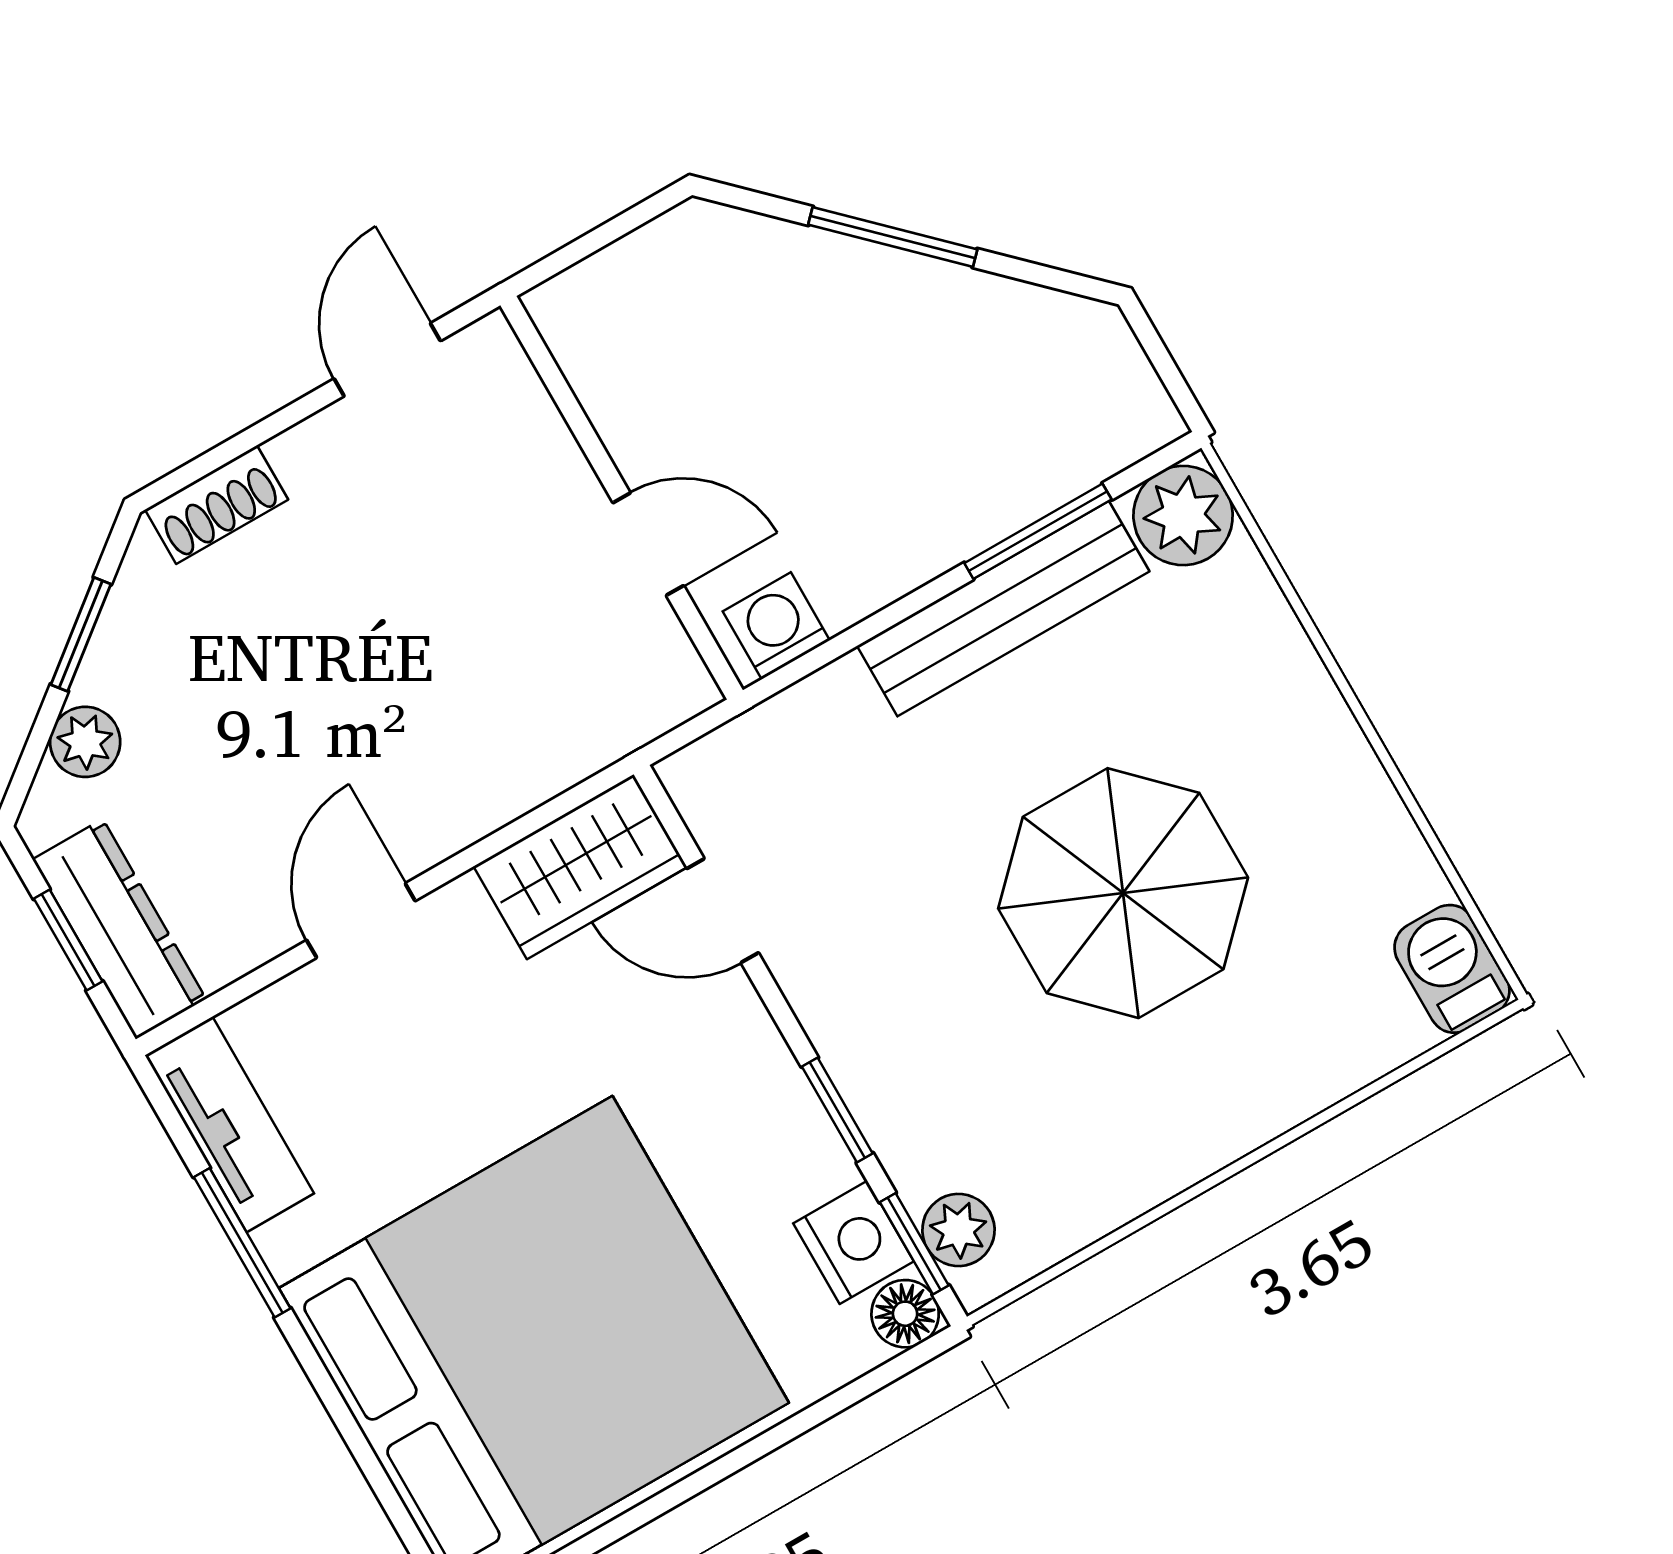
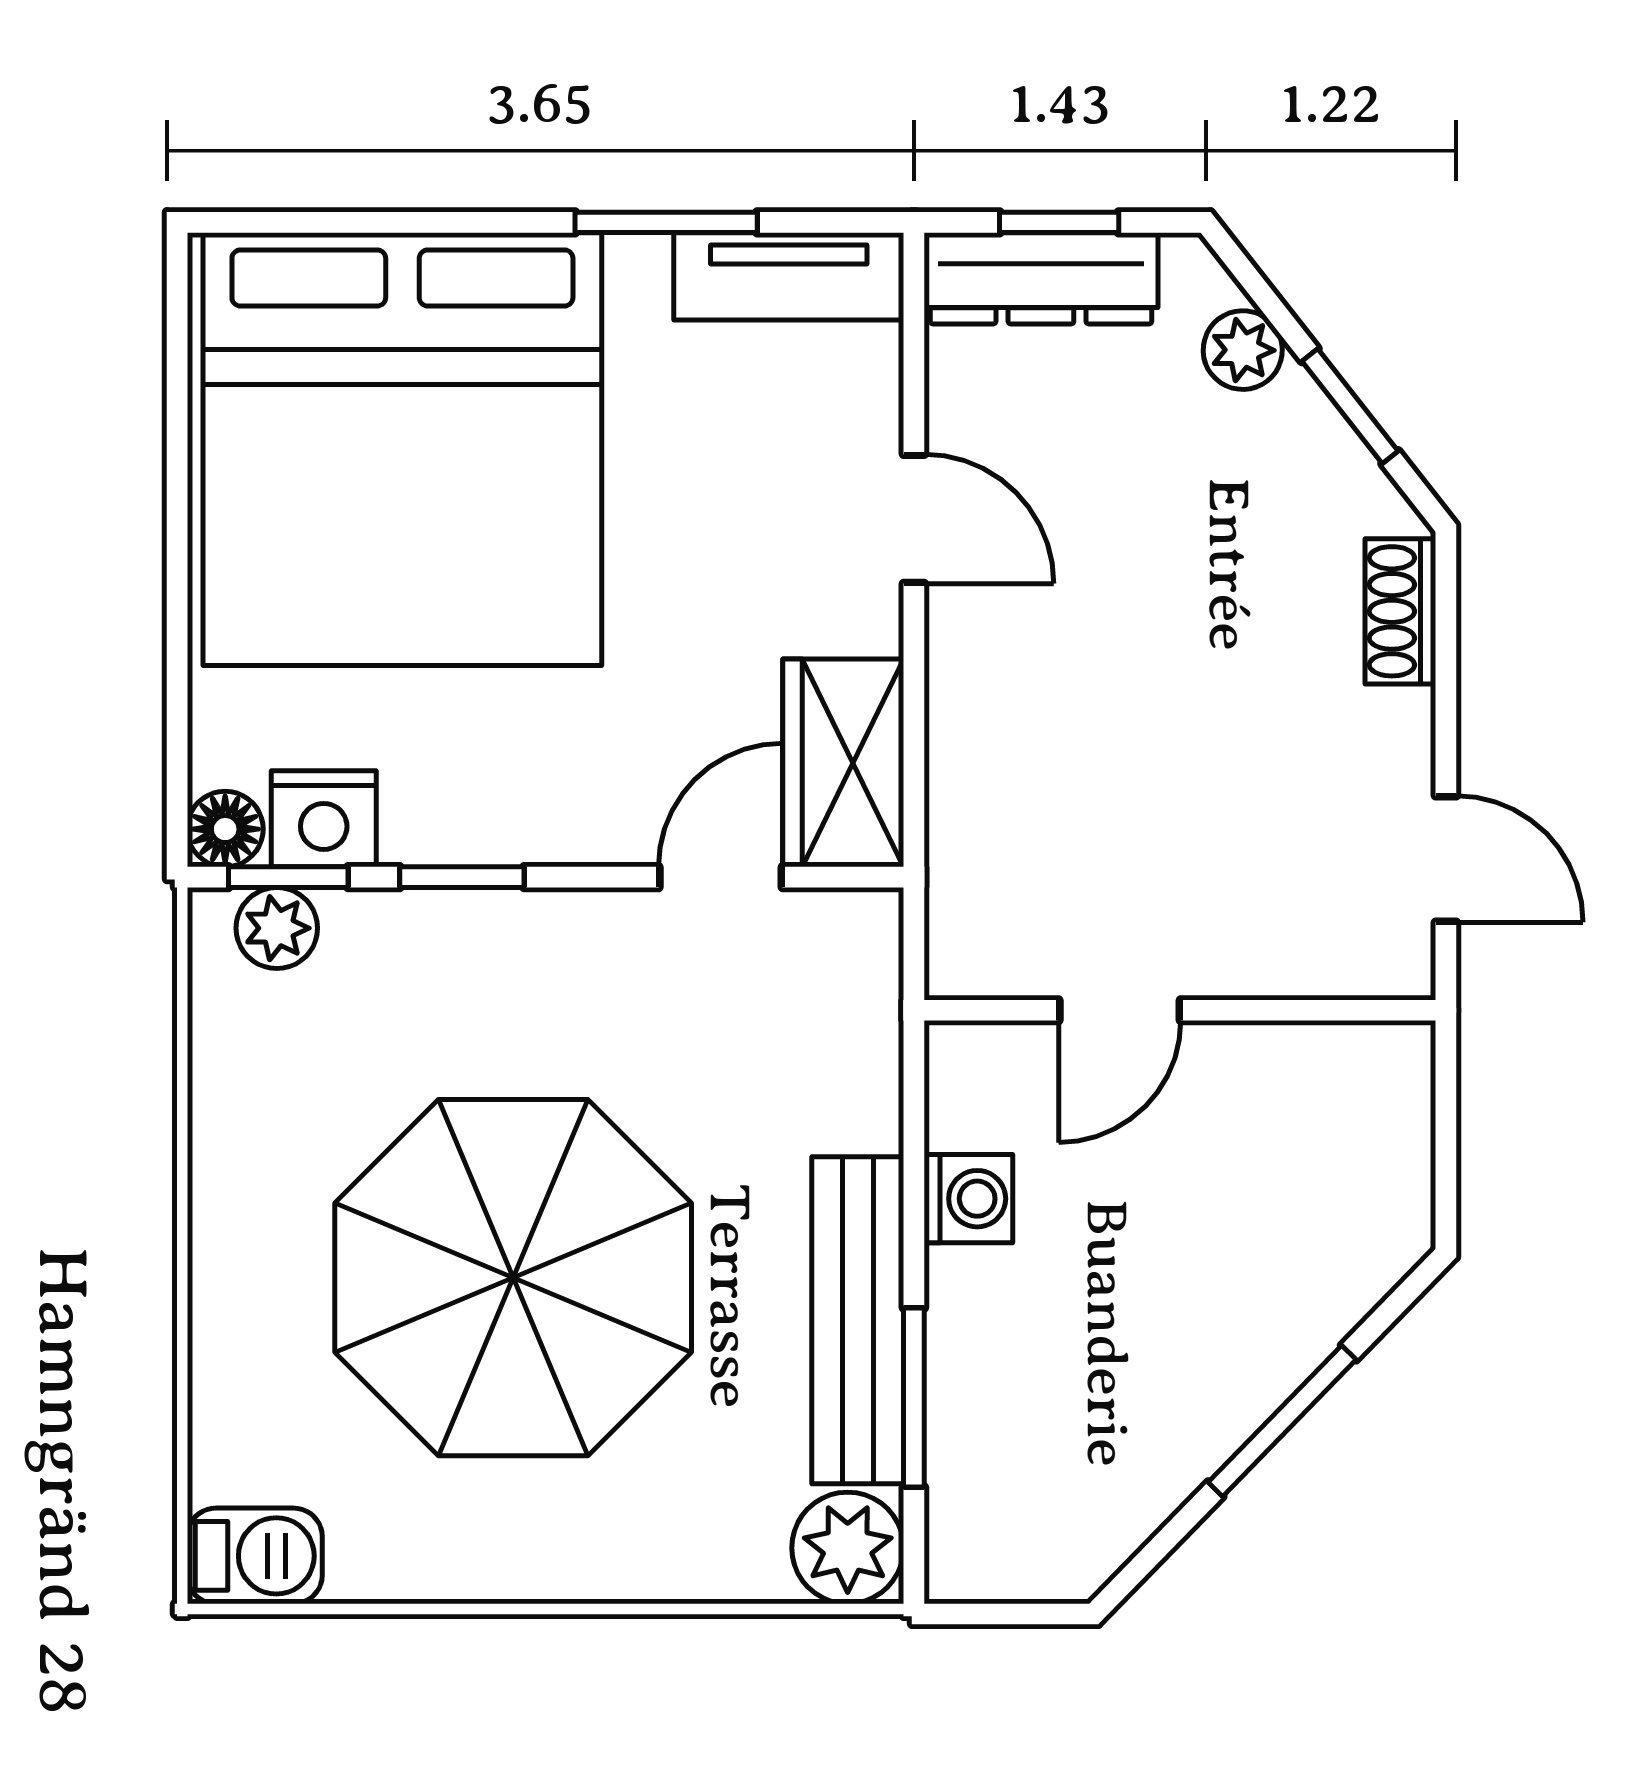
washing machine: (776, 626) -> (968, 1199), moved
parasol: (1123, 893) -> (513, 1278), width x1.36, depth x1.36

